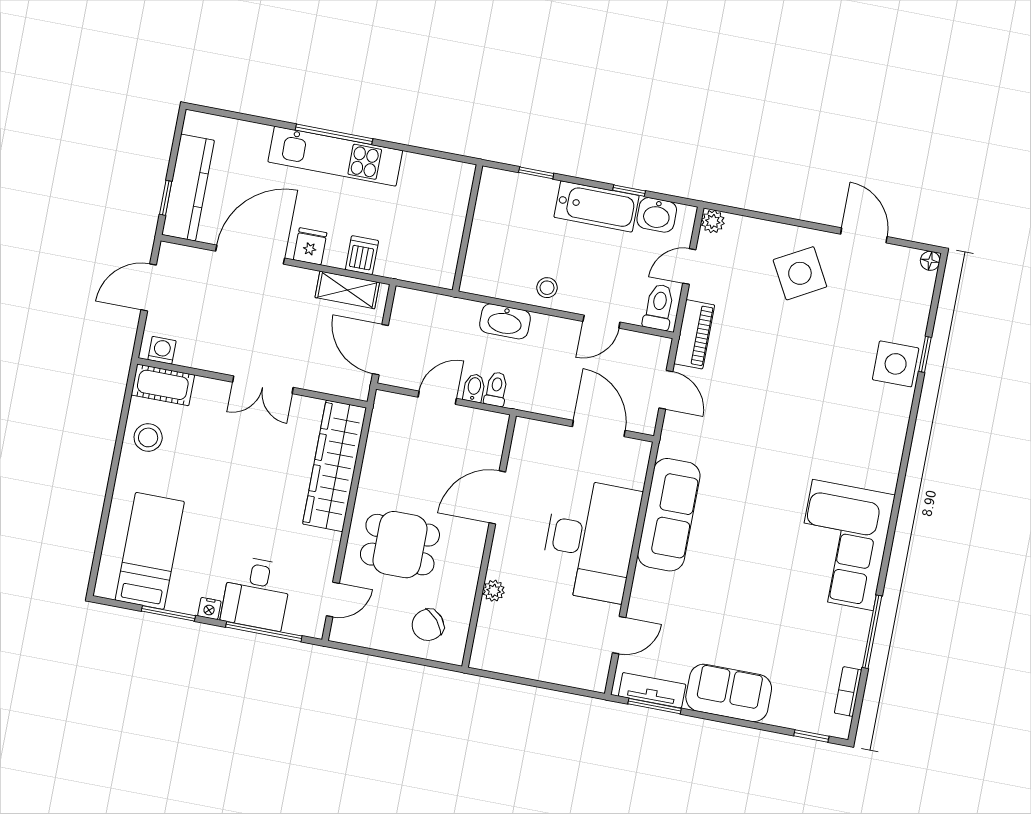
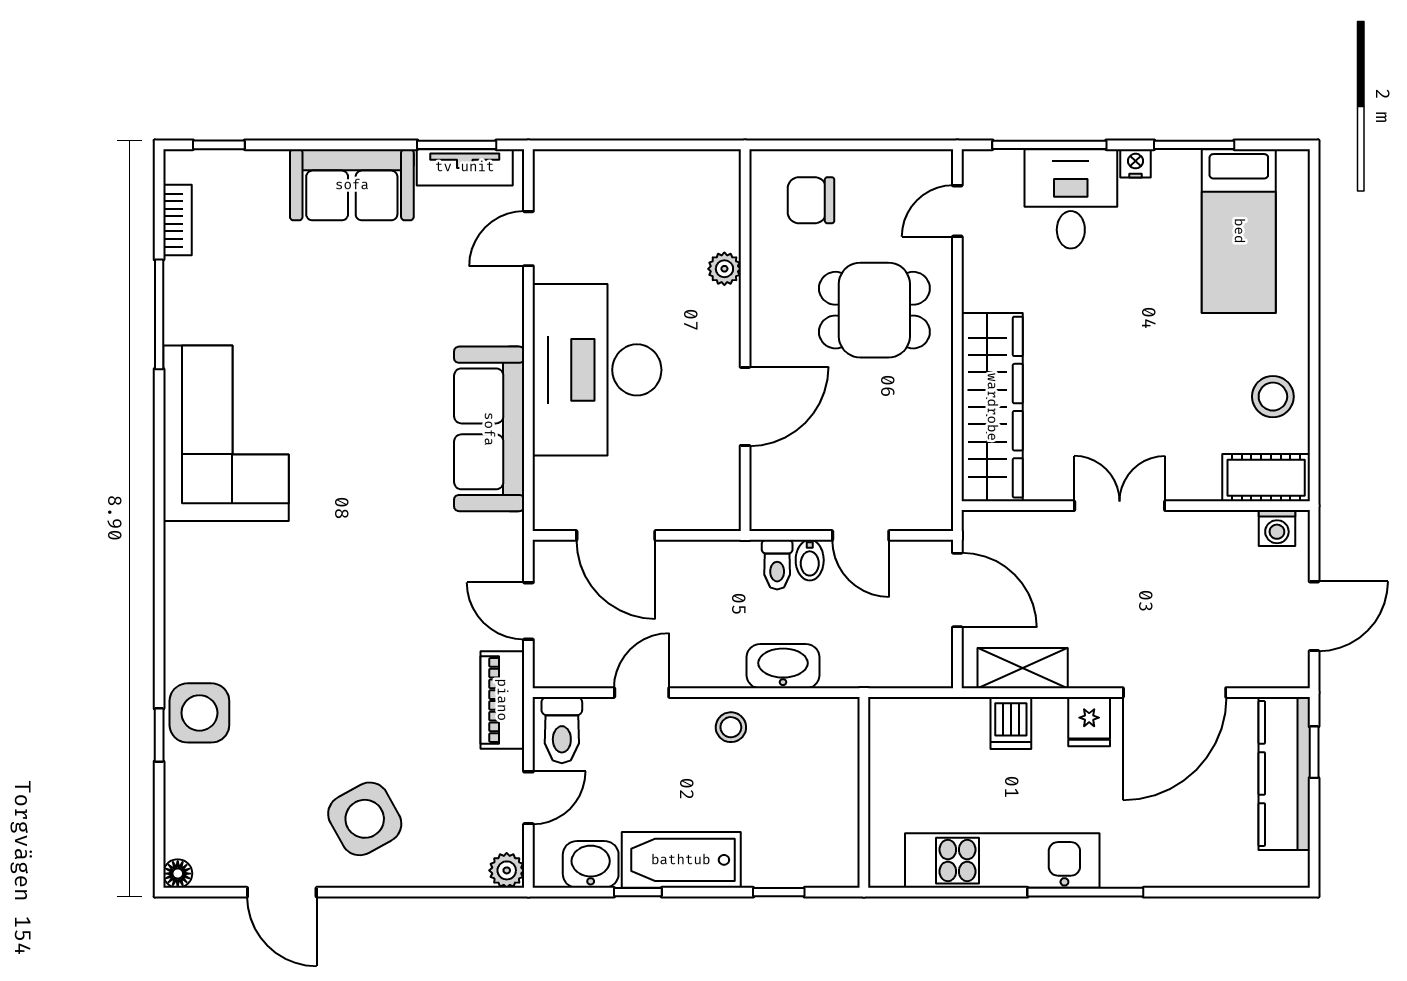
kitchen unit: (335, 156) -> (1002, 861), moved
door: (437, 398) -> (861, 535), hinge flipped
chair: (428, 625) -> (811, 200), turned -139

